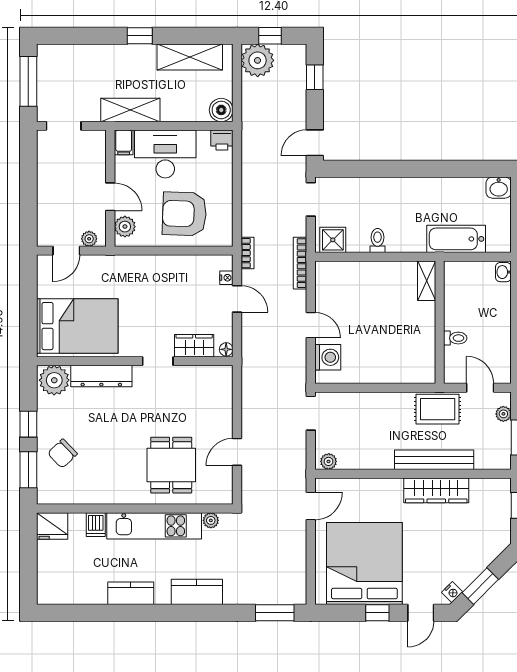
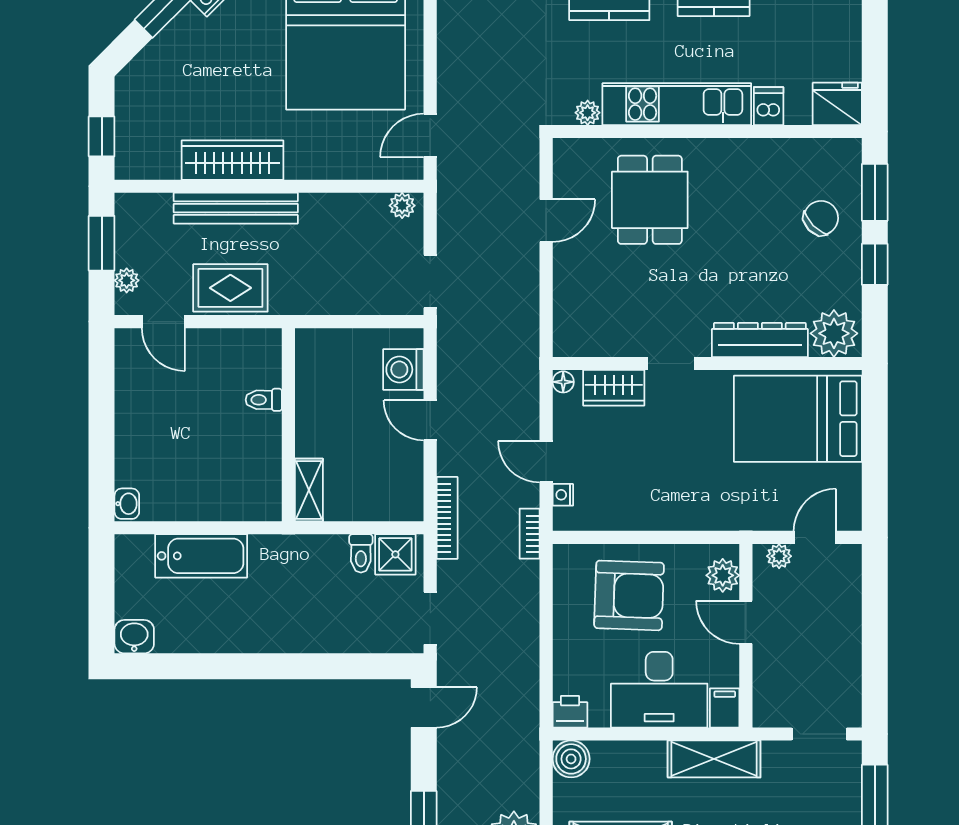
toilet: (378, 241) -> (361, 553), moved
shelving: (427, 281) -> (309, 490), moved
wall: (440, 322) -> (288, 425), moved
toilet: (455, 338) -> (264, 400), moved

